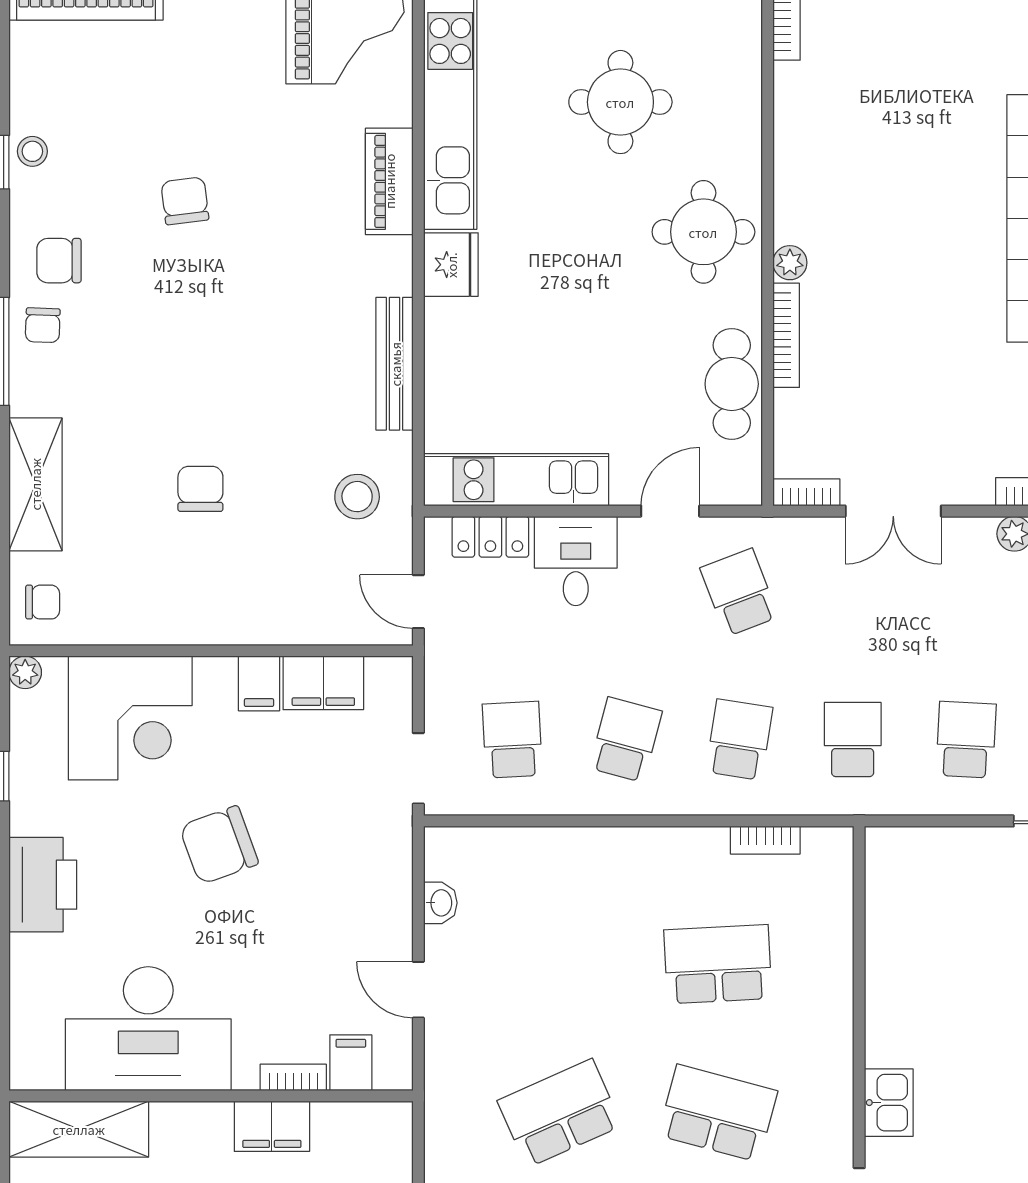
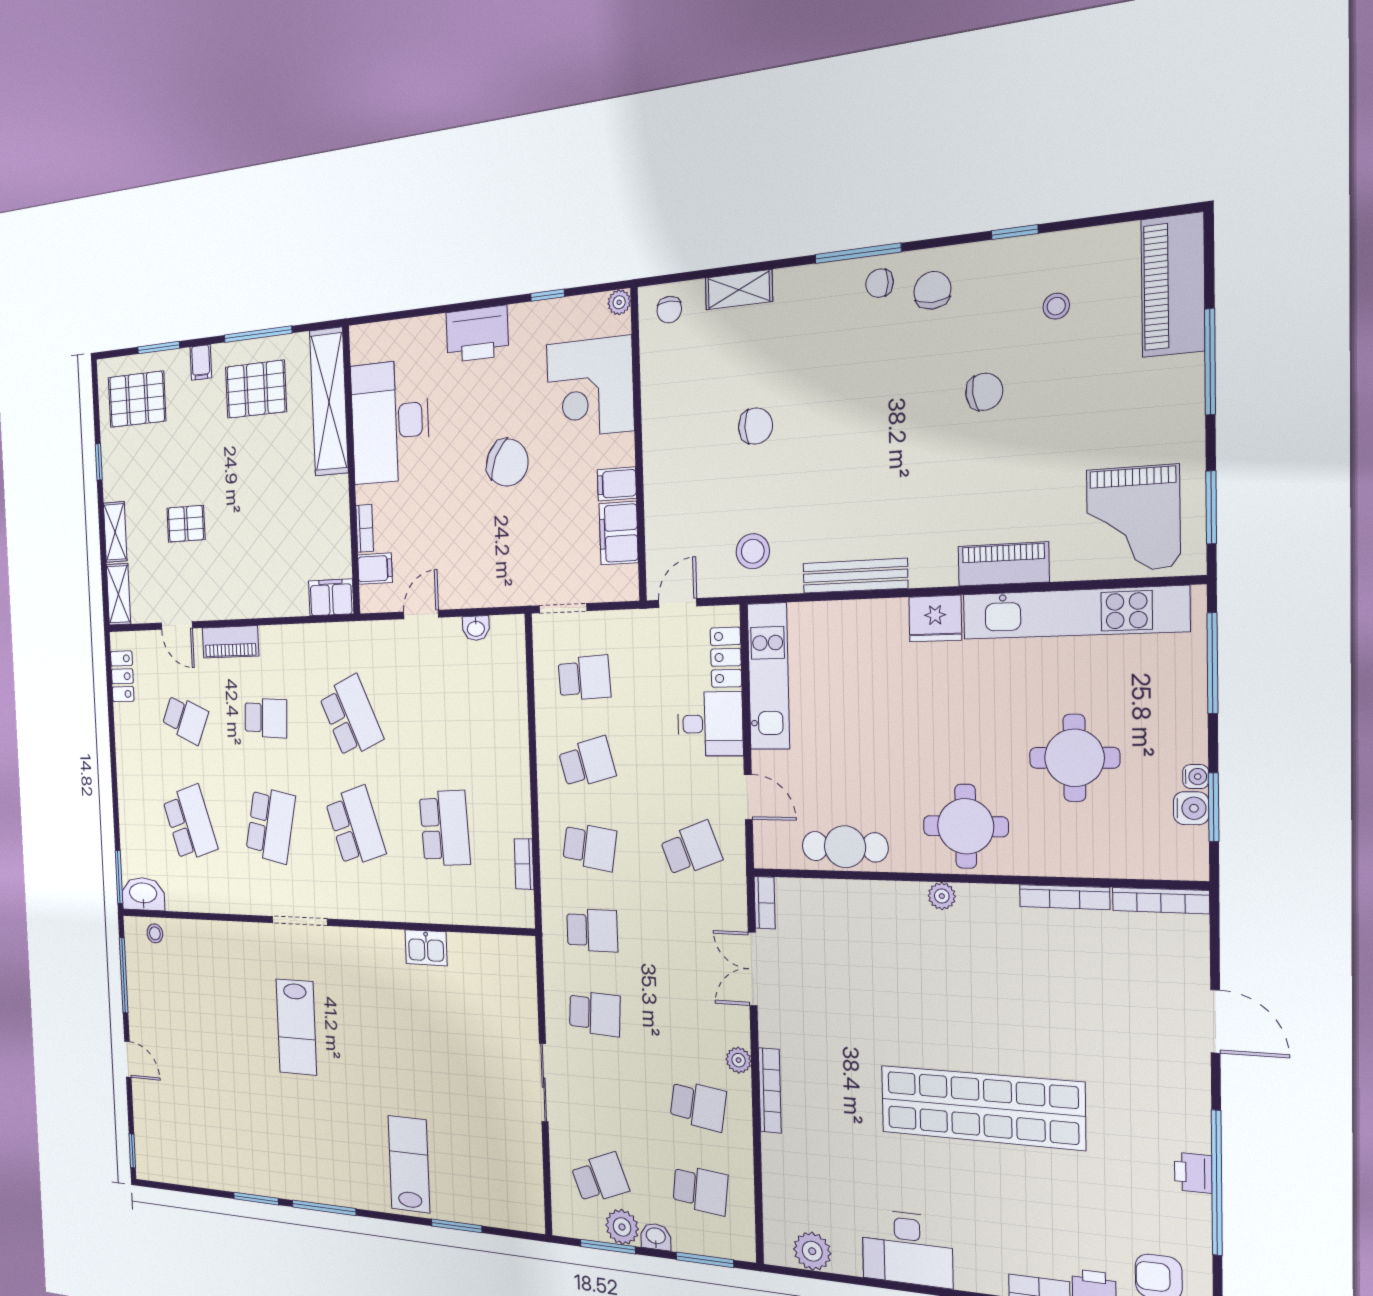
stool: (32, 151) -> (1056, 306), moved
bookcase: (786, 335) -> (1064, 897), moved
shelving: (35, 484) -> (739, 290), width x0.67, depth x0.75
school desk: (626, 740) -> (587, 763), turned -30
chair: (219, 845) -> (507, 463), turned 136
kitchen sink: (889, 1103) -> (426, 948), moved
school desk: (718, 1113) -> (355, 826), turned -33
filing cabinet: (272, 1126) -> (331, 597), moved, turned 90
shelving: (79, 1129) -> (329, 402), width x1.47

